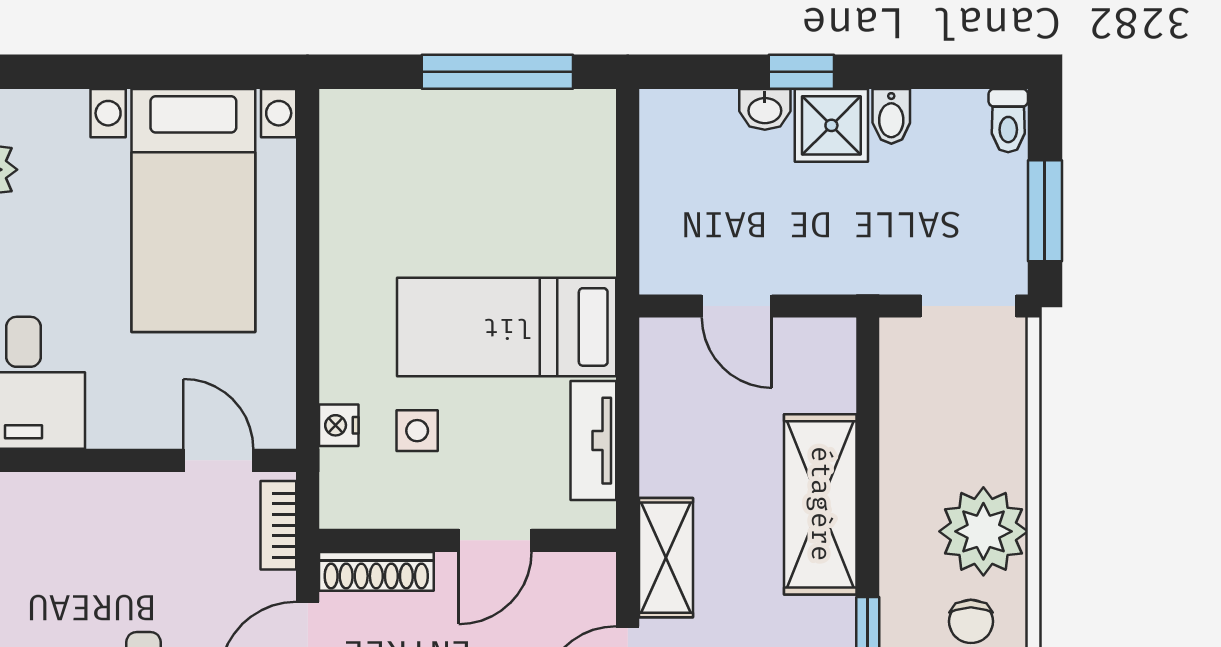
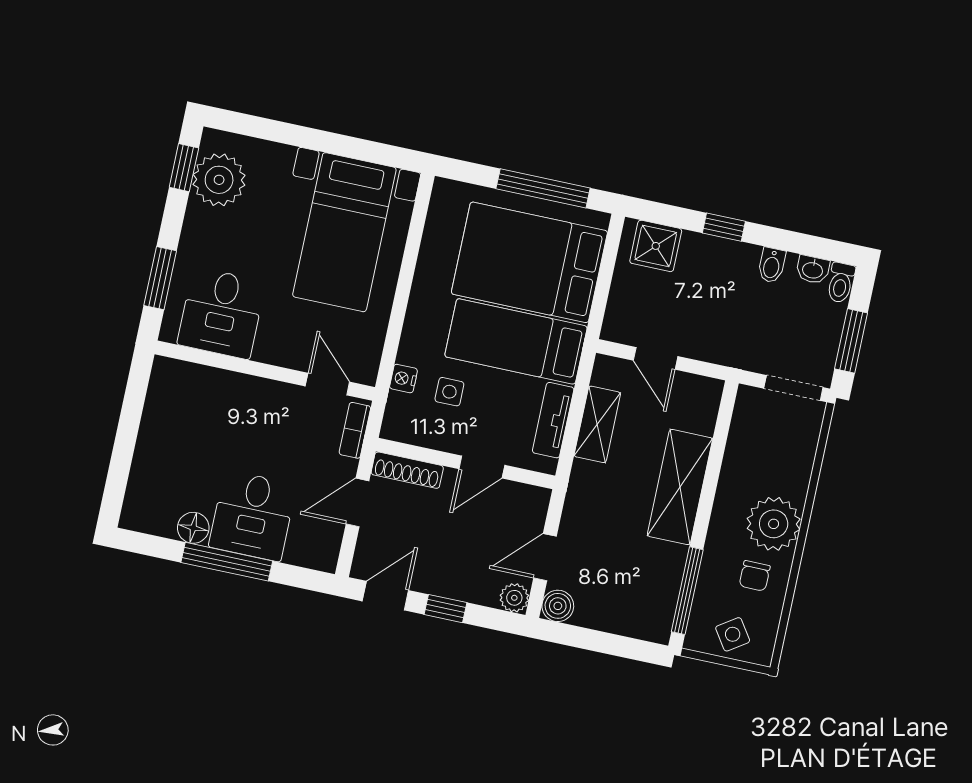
washbasin: (765, 109) -> (813, 270), moved
shower: (831, 125) -> (656, 246), moved
bed: (501, 195) -> (529, 262), added
shelving: (666, 558) -> (597, 424), moved

